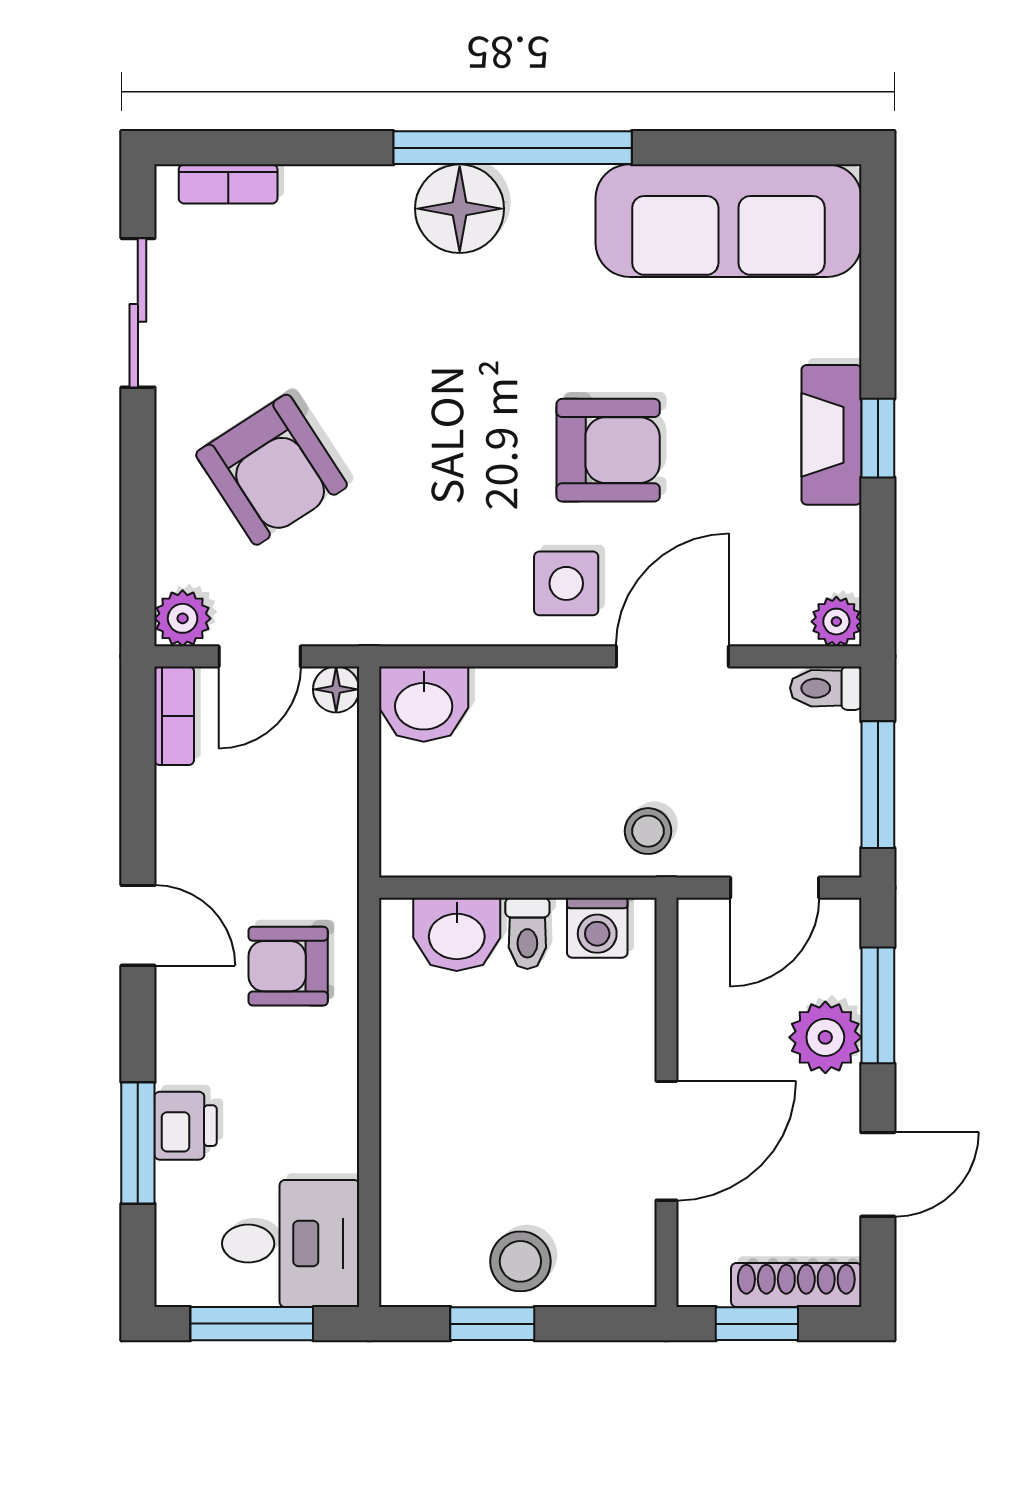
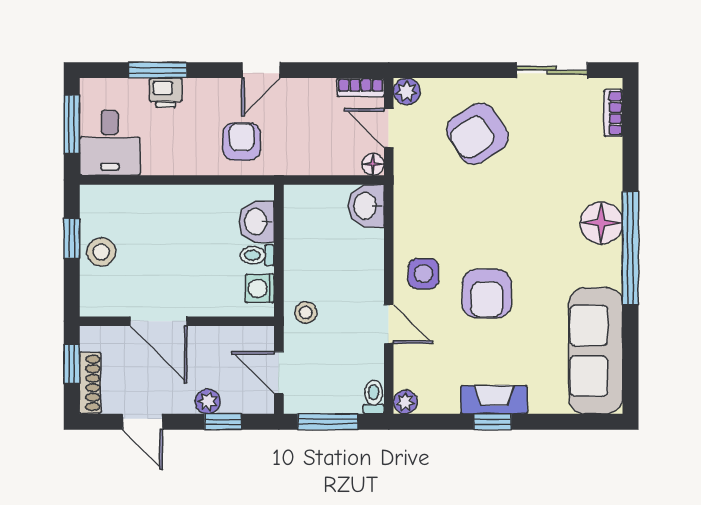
door: (672, 656) -> (389, 324), width x0.73
window: (878, 1005) -> (223, 422), width x0.67
plant: (825, 1037) -> (208, 401), width x0.73, depth x0.73

